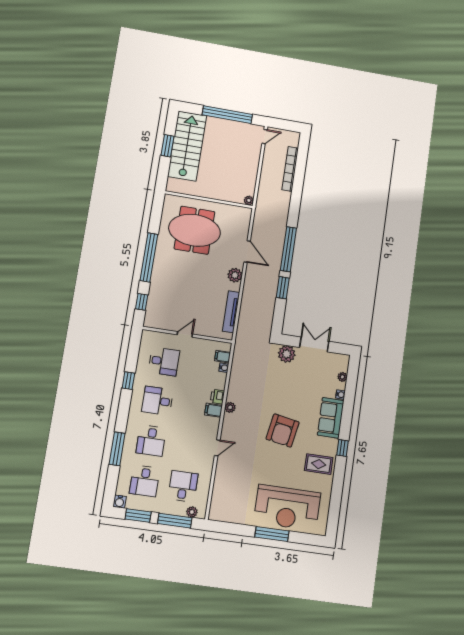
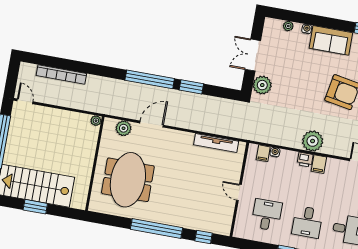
plant: (235, 275) -> (124, 128), moved
plant: (230, 407) -> (313, 141), width x1.88, depth x1.88

